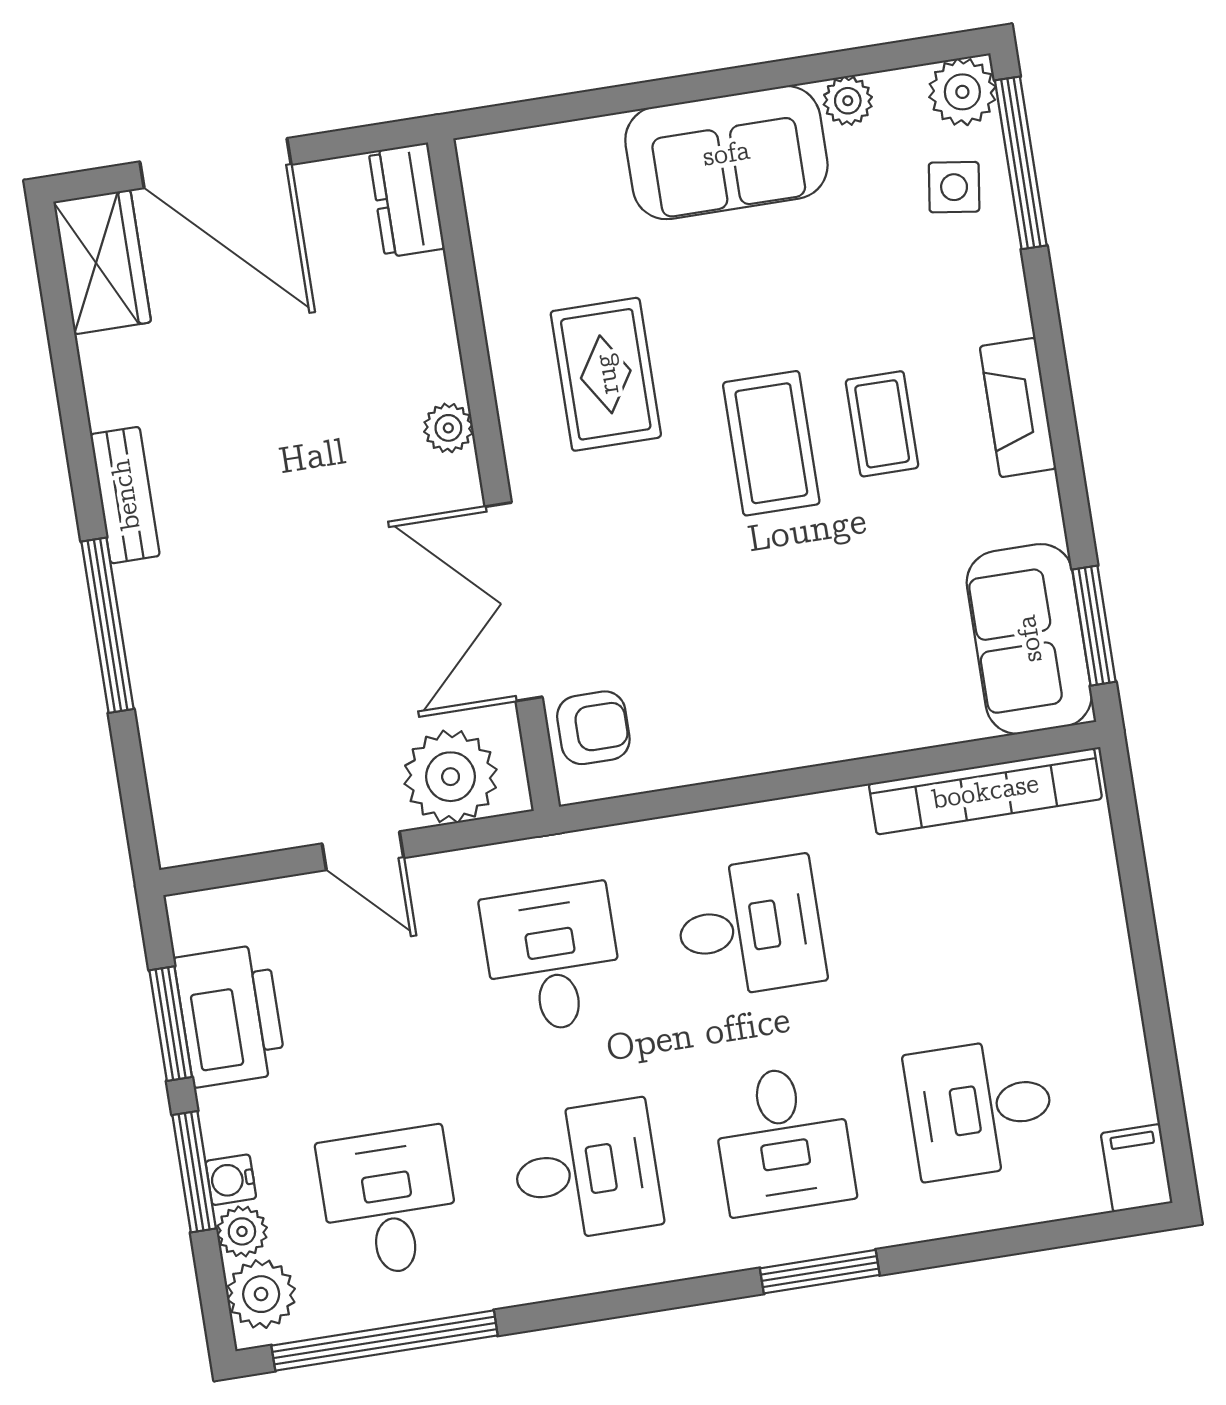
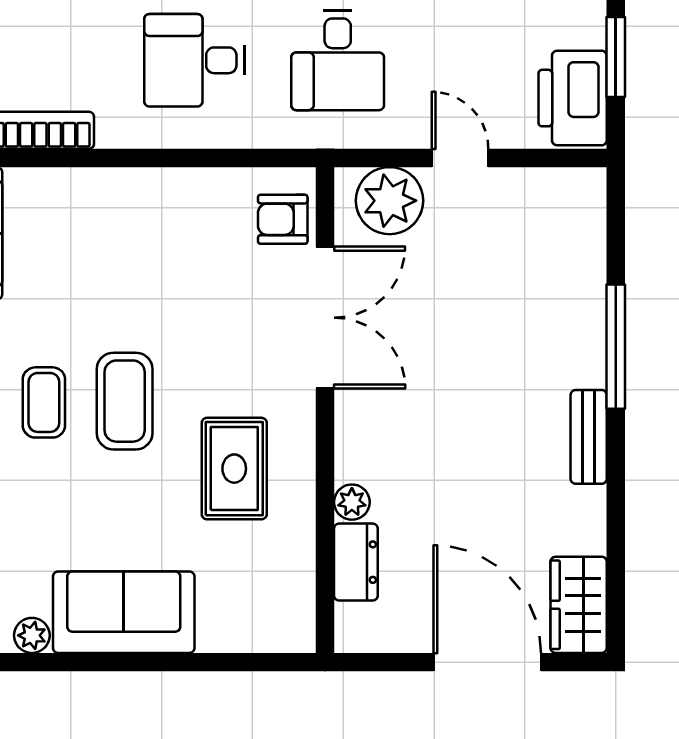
dresser: (407, 200) -> (356, 562), moved
plant: (448, 428) -> (352, 502), moved
printer: (230, 1016) -> (573, 98), moved

